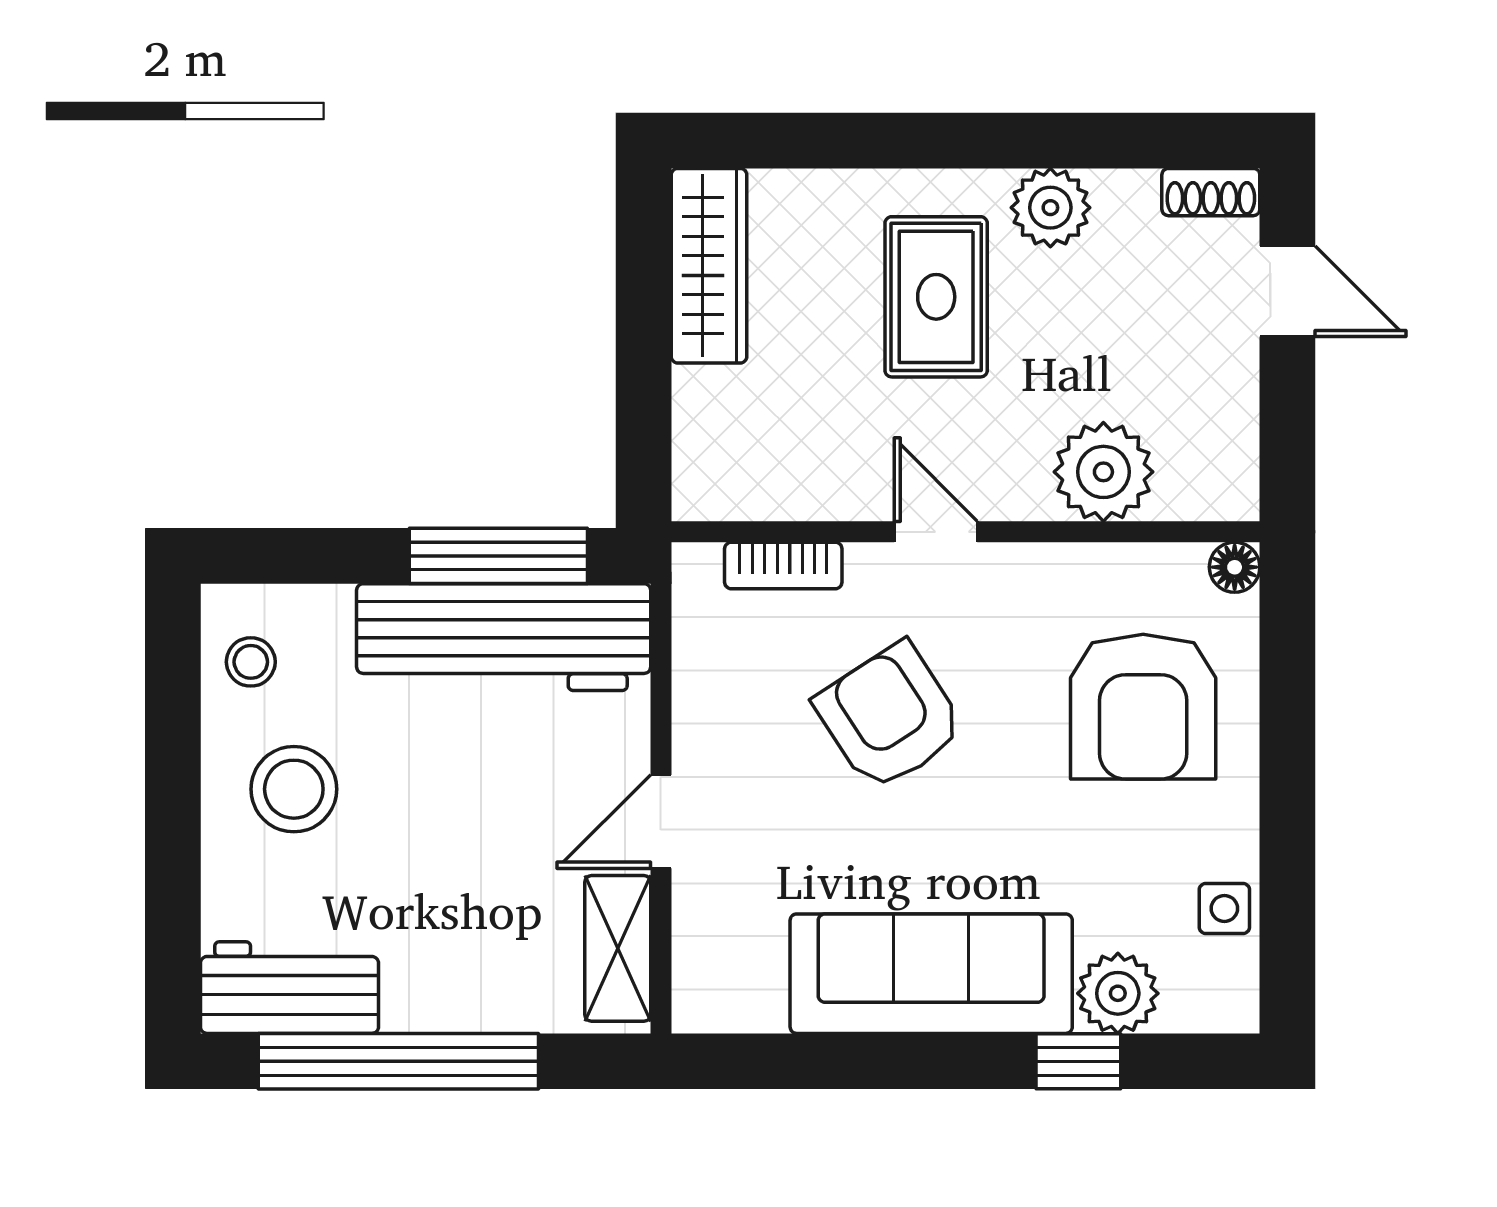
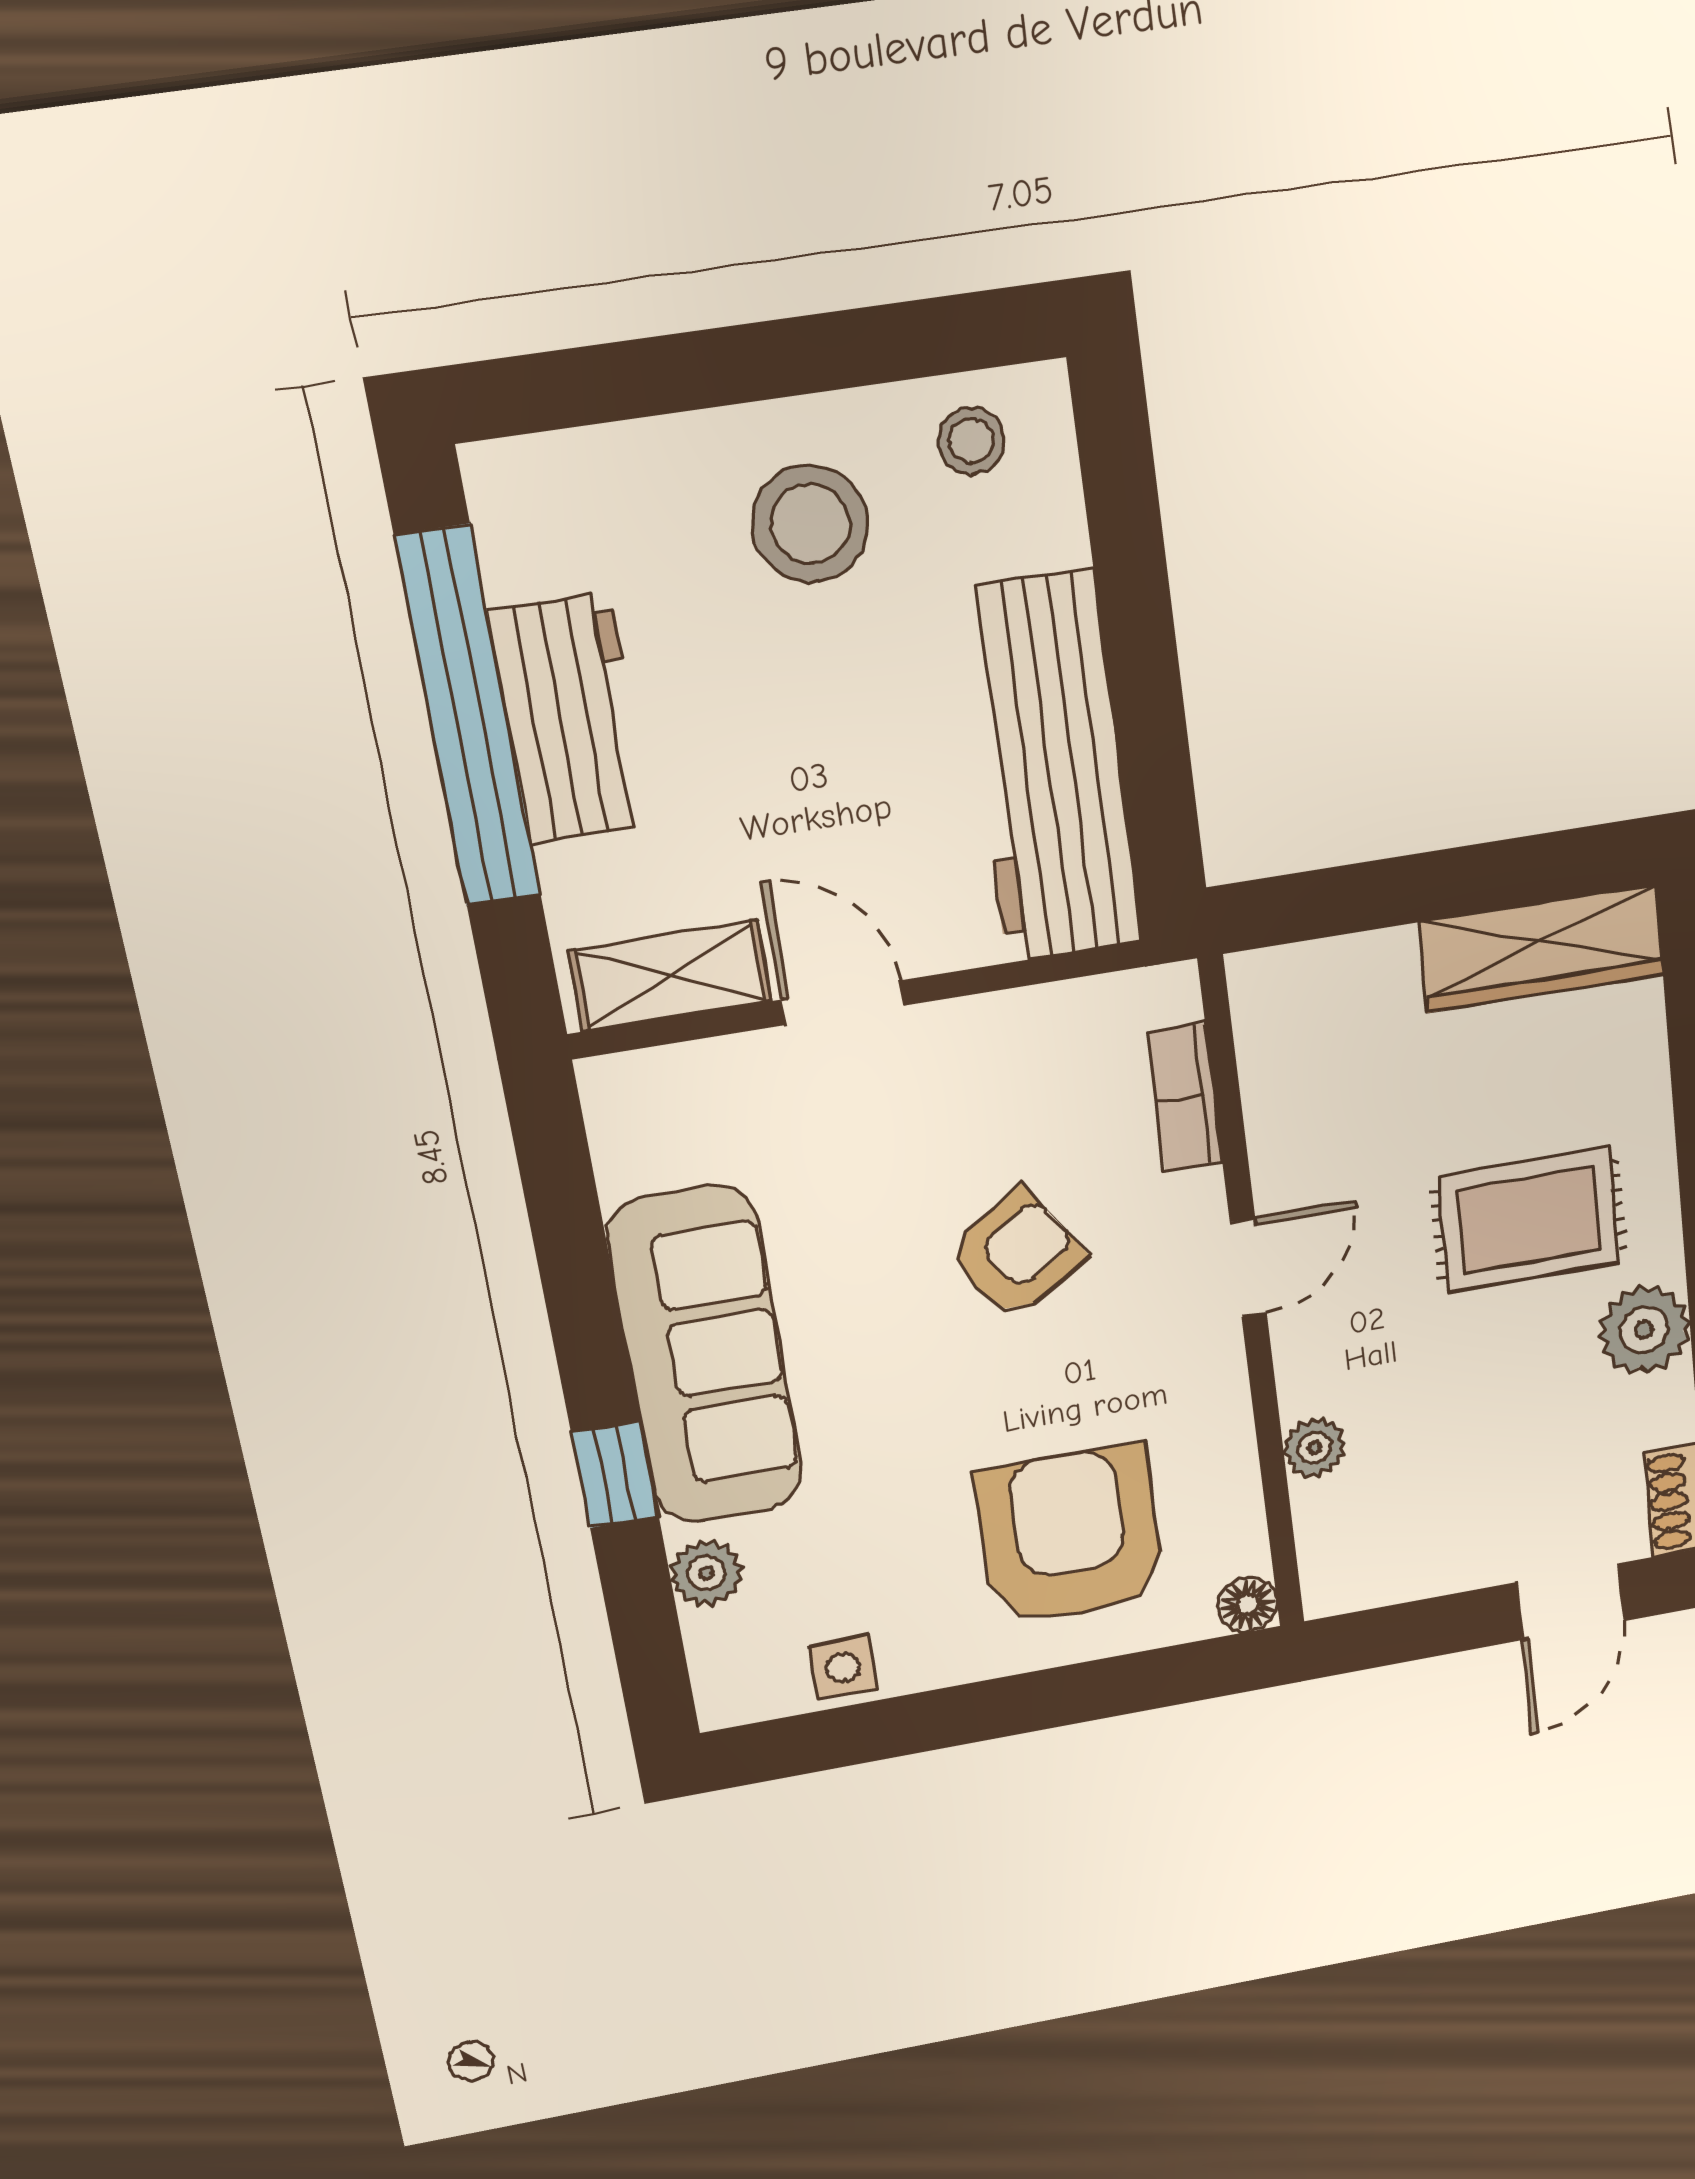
plant: (1103, 472) -> (1315, 1448), width x0.53, depth x0.53
window: (498, 556) -> (1153, 746), removed
armchair: (1143, 707) -> (1070, 1536), turned 90
armchair: (890, 717) -> (1016, 1254), width x0.72, depth x0.72
workbench: (289, 988) -> (570, 719), moved
plant: (1118, 993) -> (706, 1573), width x0.73, depth x0.73
window: (1078, 1061) -> (615, 1475), moved

